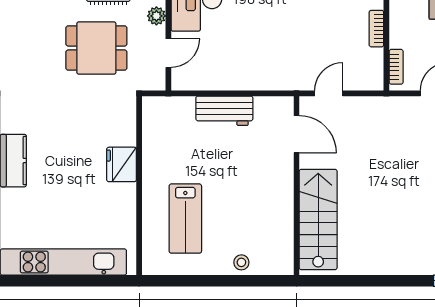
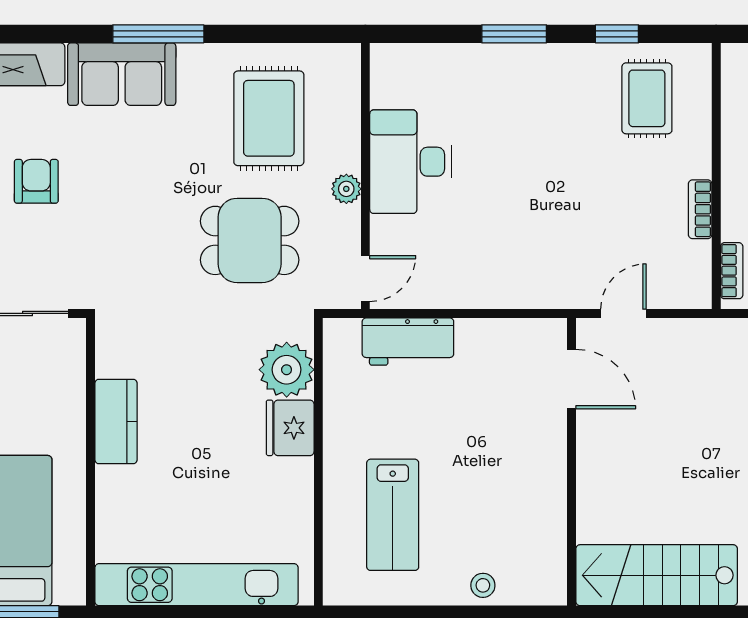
door: (168, 53) -> (365, 279), moved
workbench: (224, 111) -> (408, 341), moved
plant: (119, 128) -> (287, 370), added
stairs: (318, 220) -> (657, 575), moved, turned -90

